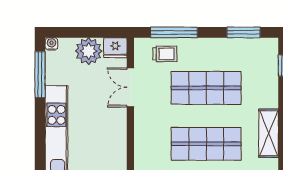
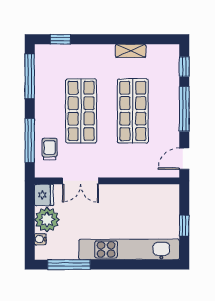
window: (244, 32) -> (30, 76), width x1.44
water cooler: (51, 44) -> (40, 239), moved
shelving: (269, 133) -> (131, 51), width x0.67, depth x0.75

